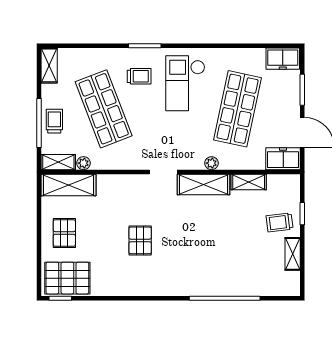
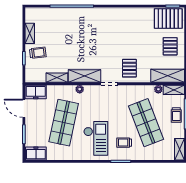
pallet: (140, 240) -> (129, 68), moved

